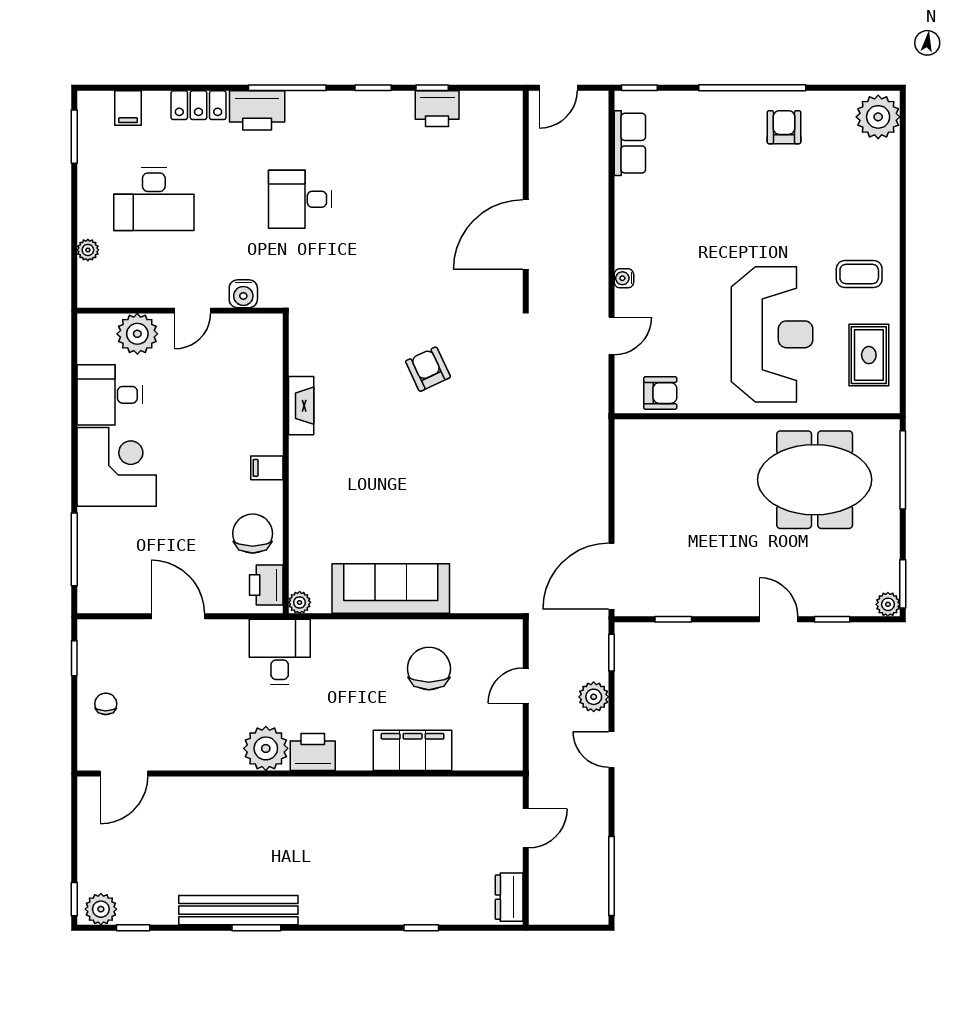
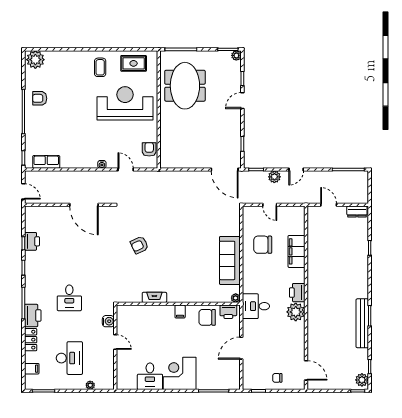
plant: (137, 334) -> (125, 365), removed

